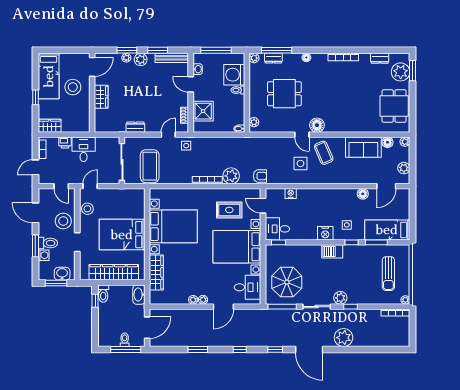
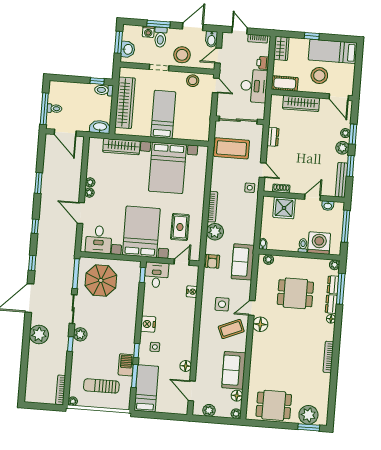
dresser: (380, 58) -> (331, 304), moved
dining table: (284, 94) -> (295, 293), turned 90
wardrobe: (101, 97) -> (301, 103), width x1.50
cot: (83, 120) -> (285, 83), added
sofa: (258, 147) -> (243, 262), added
desk: (84, 149) -> (254, 86), width x1.37
bidet: (46, 194) -> (211, 39), added
bed: (122, 235) -> (163, 114), width x0.67
barbecue: (332, 251) -> (126, 365), moved

